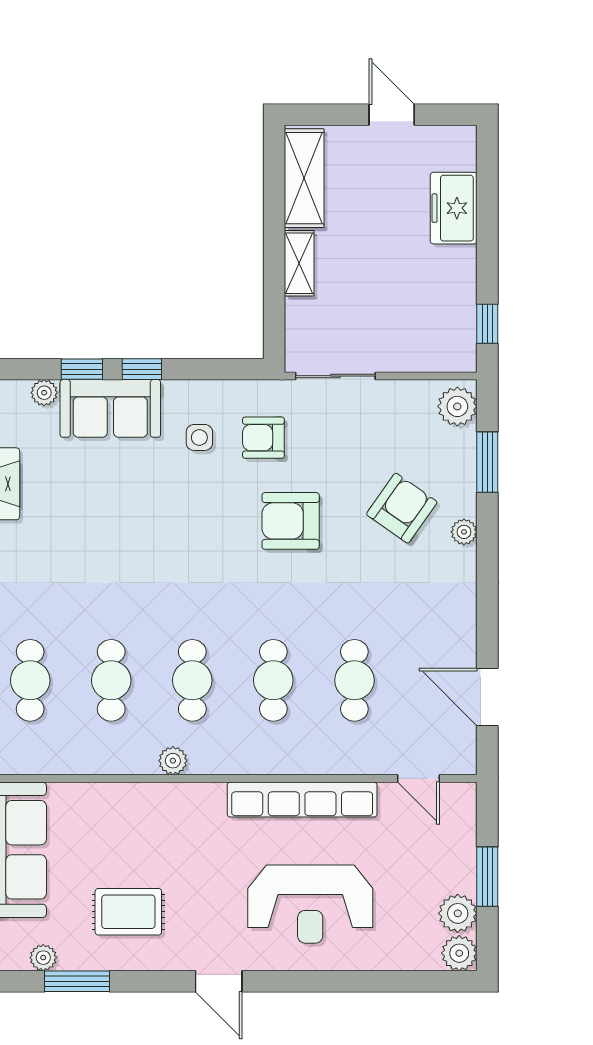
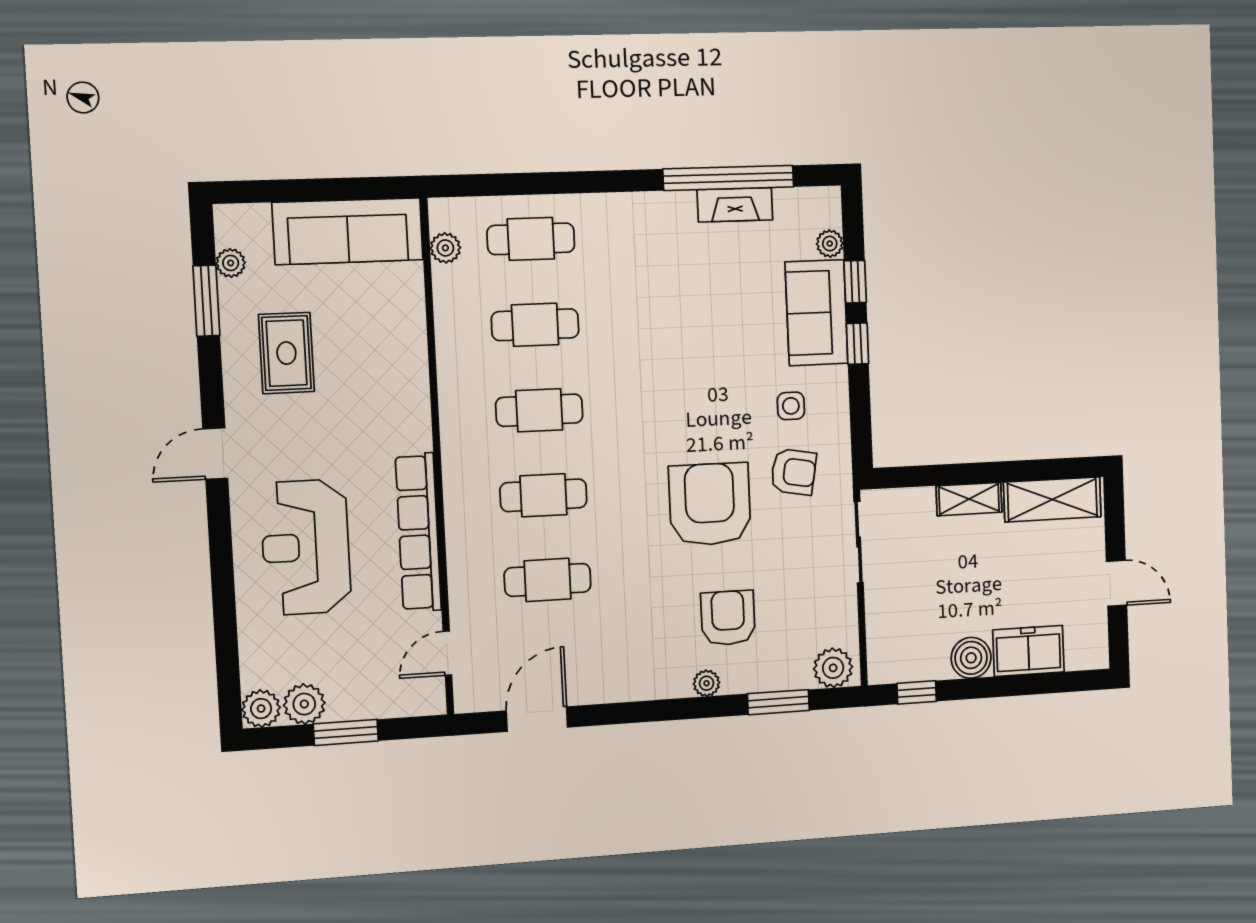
door: (392, 115) -> (1117, 583), hinge flipped
boiler: (457, 267) -> (971, 658), added
armchair: (263, 438) -> (793, 472), turned 100
armchair: (402, 508) -> (728, 618), turned -125
armchair: (291, 521) -> (710, 504), width x1.36, depth x1.36
plant: (173, 761) -> (445, 248), moved

